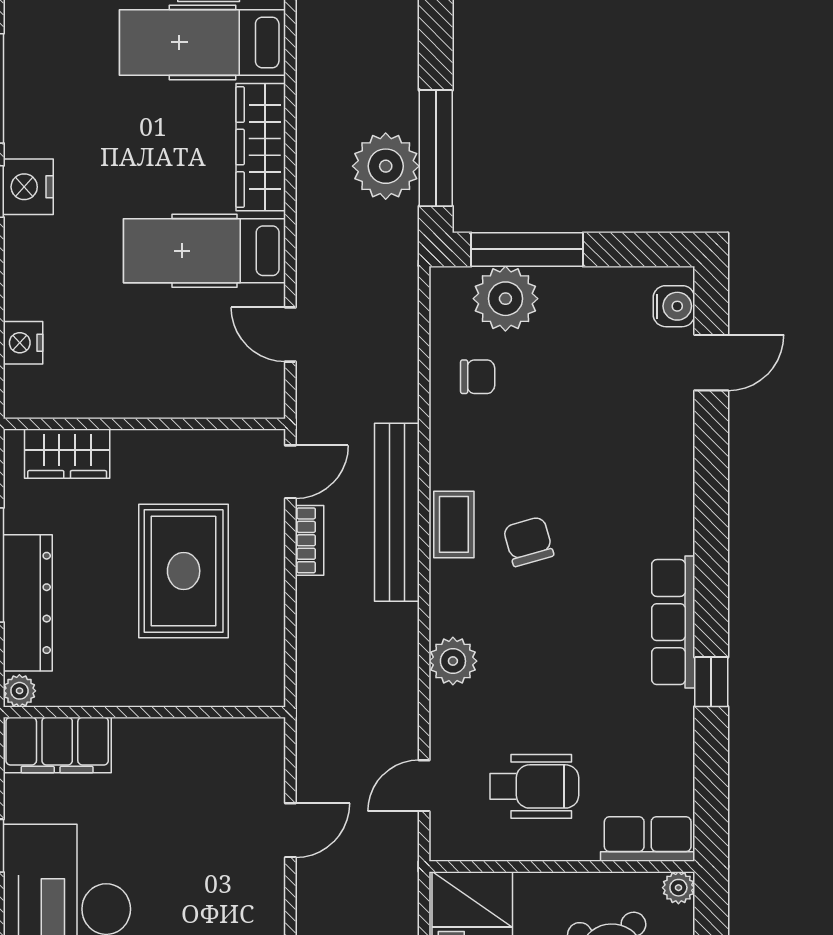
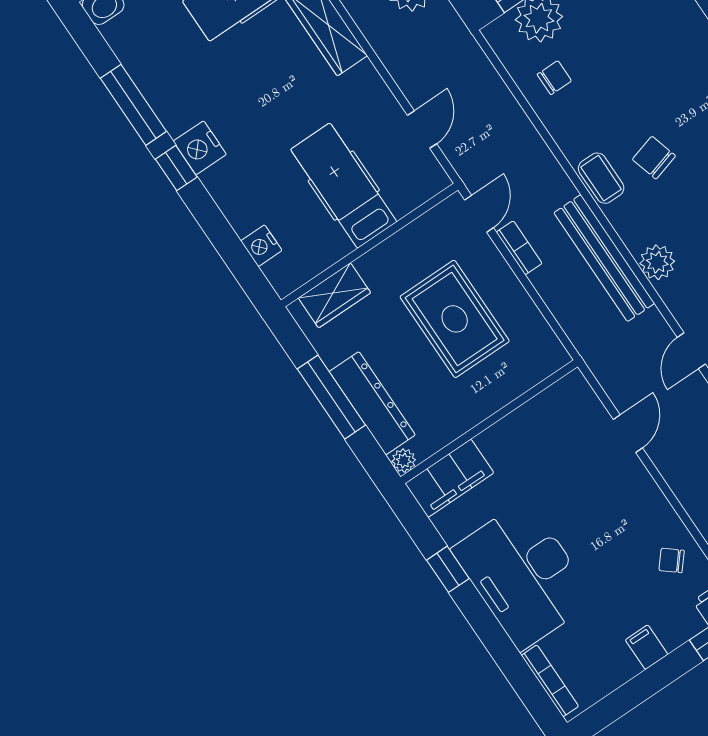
hospital bed: (204, 251) -> (344, 186), moved, turned 90
door: (290, 335) -> (422, 130), swing flipped
bench: (397, 512) -> (604, 258), moved

